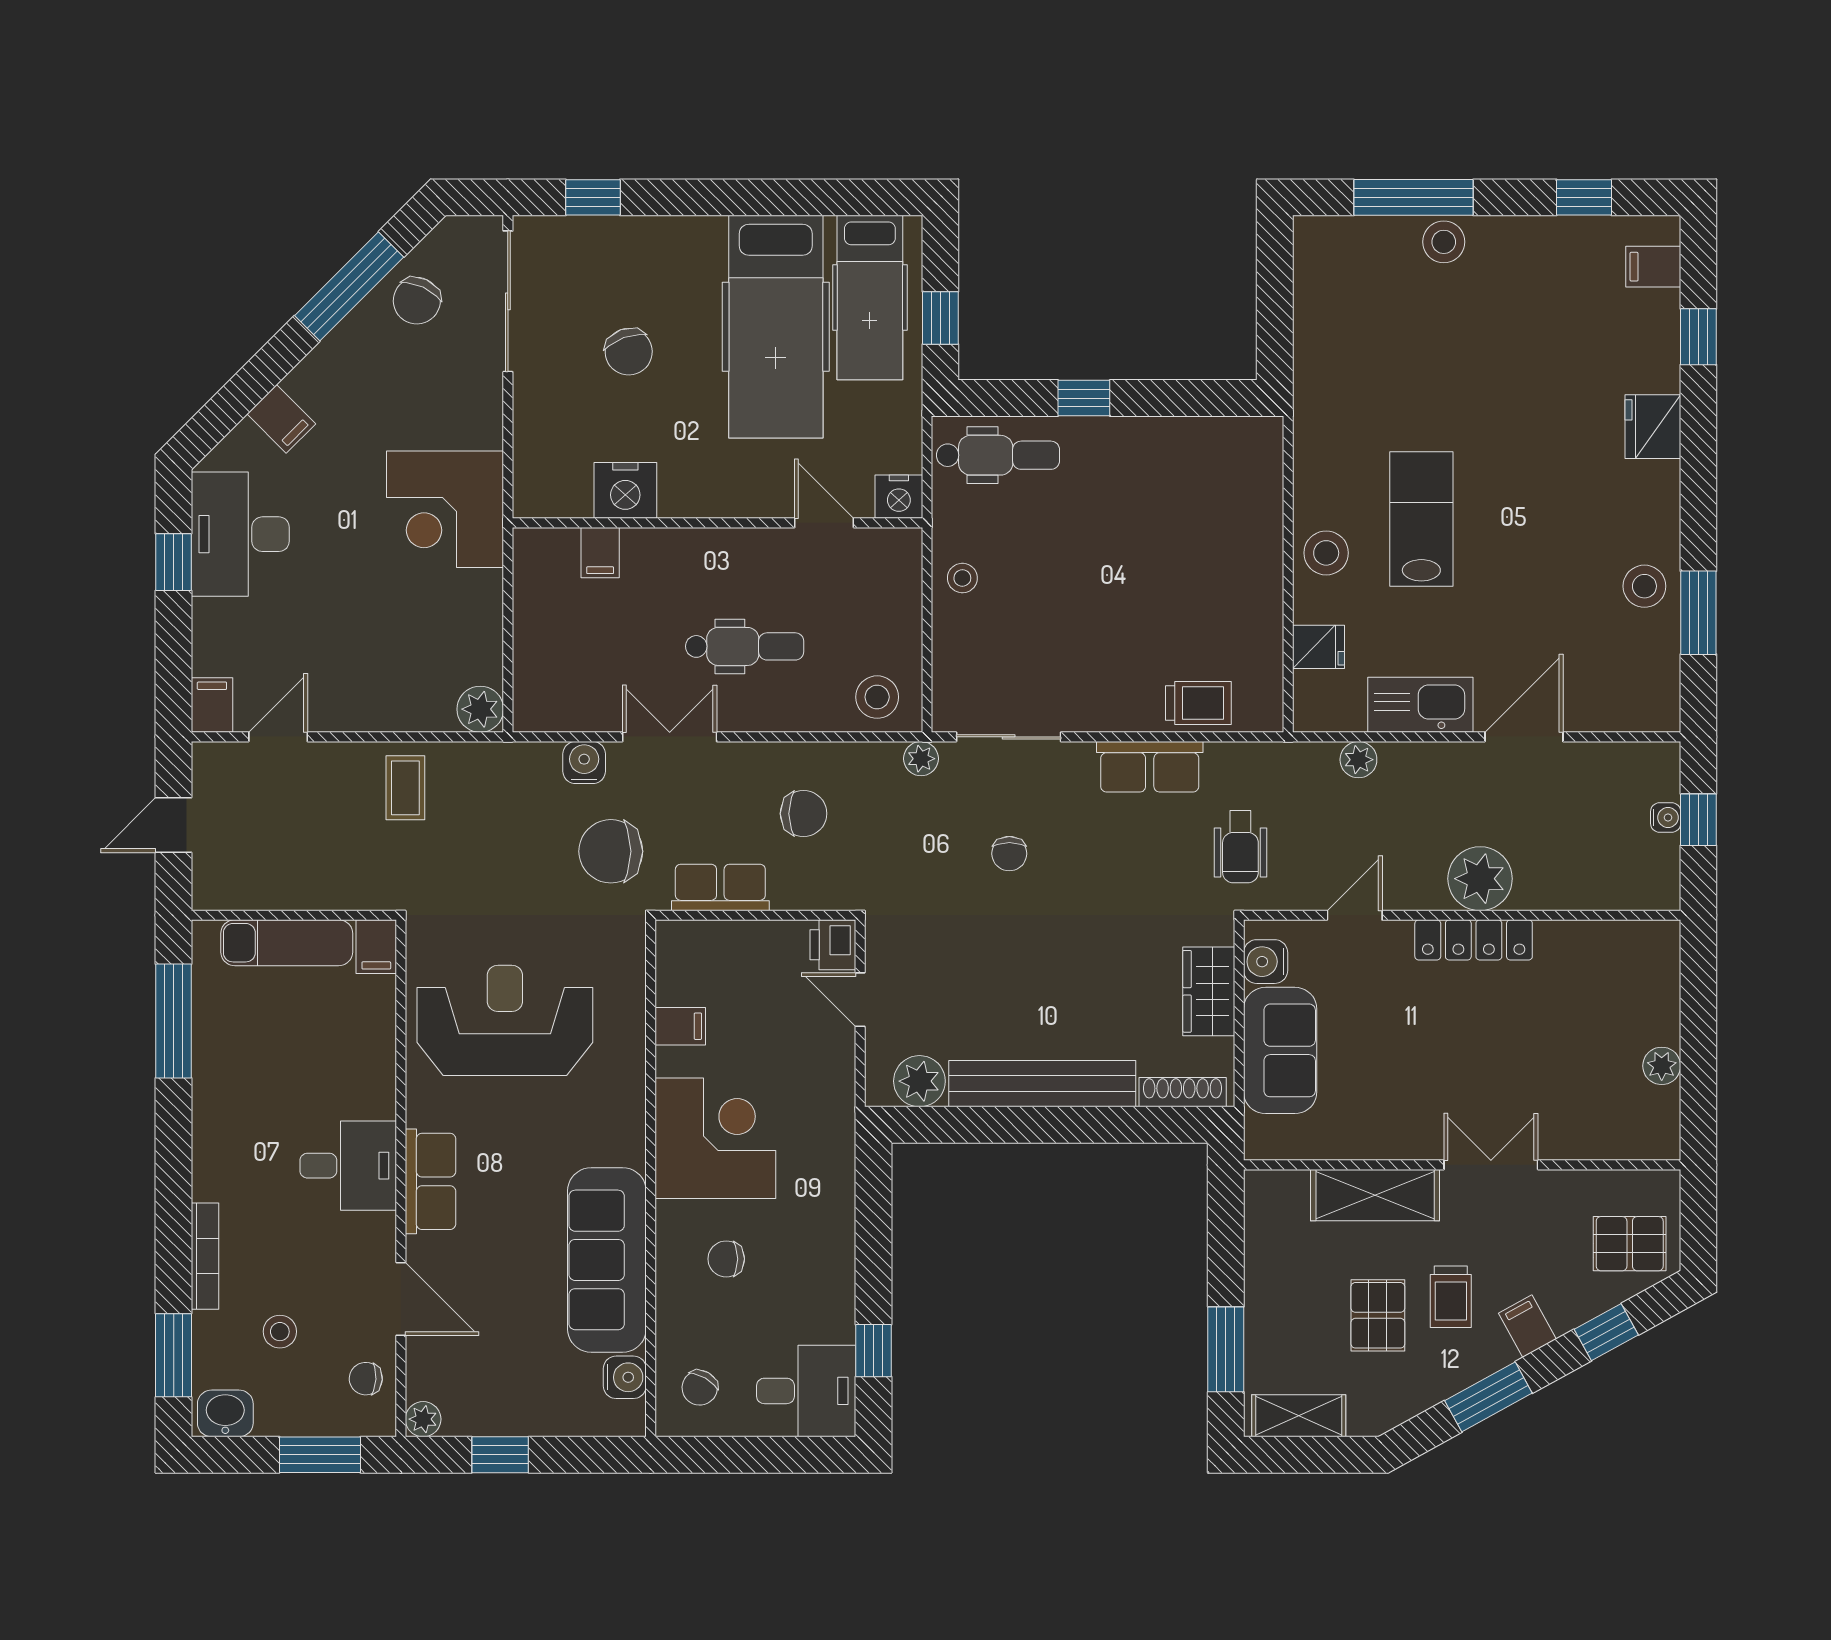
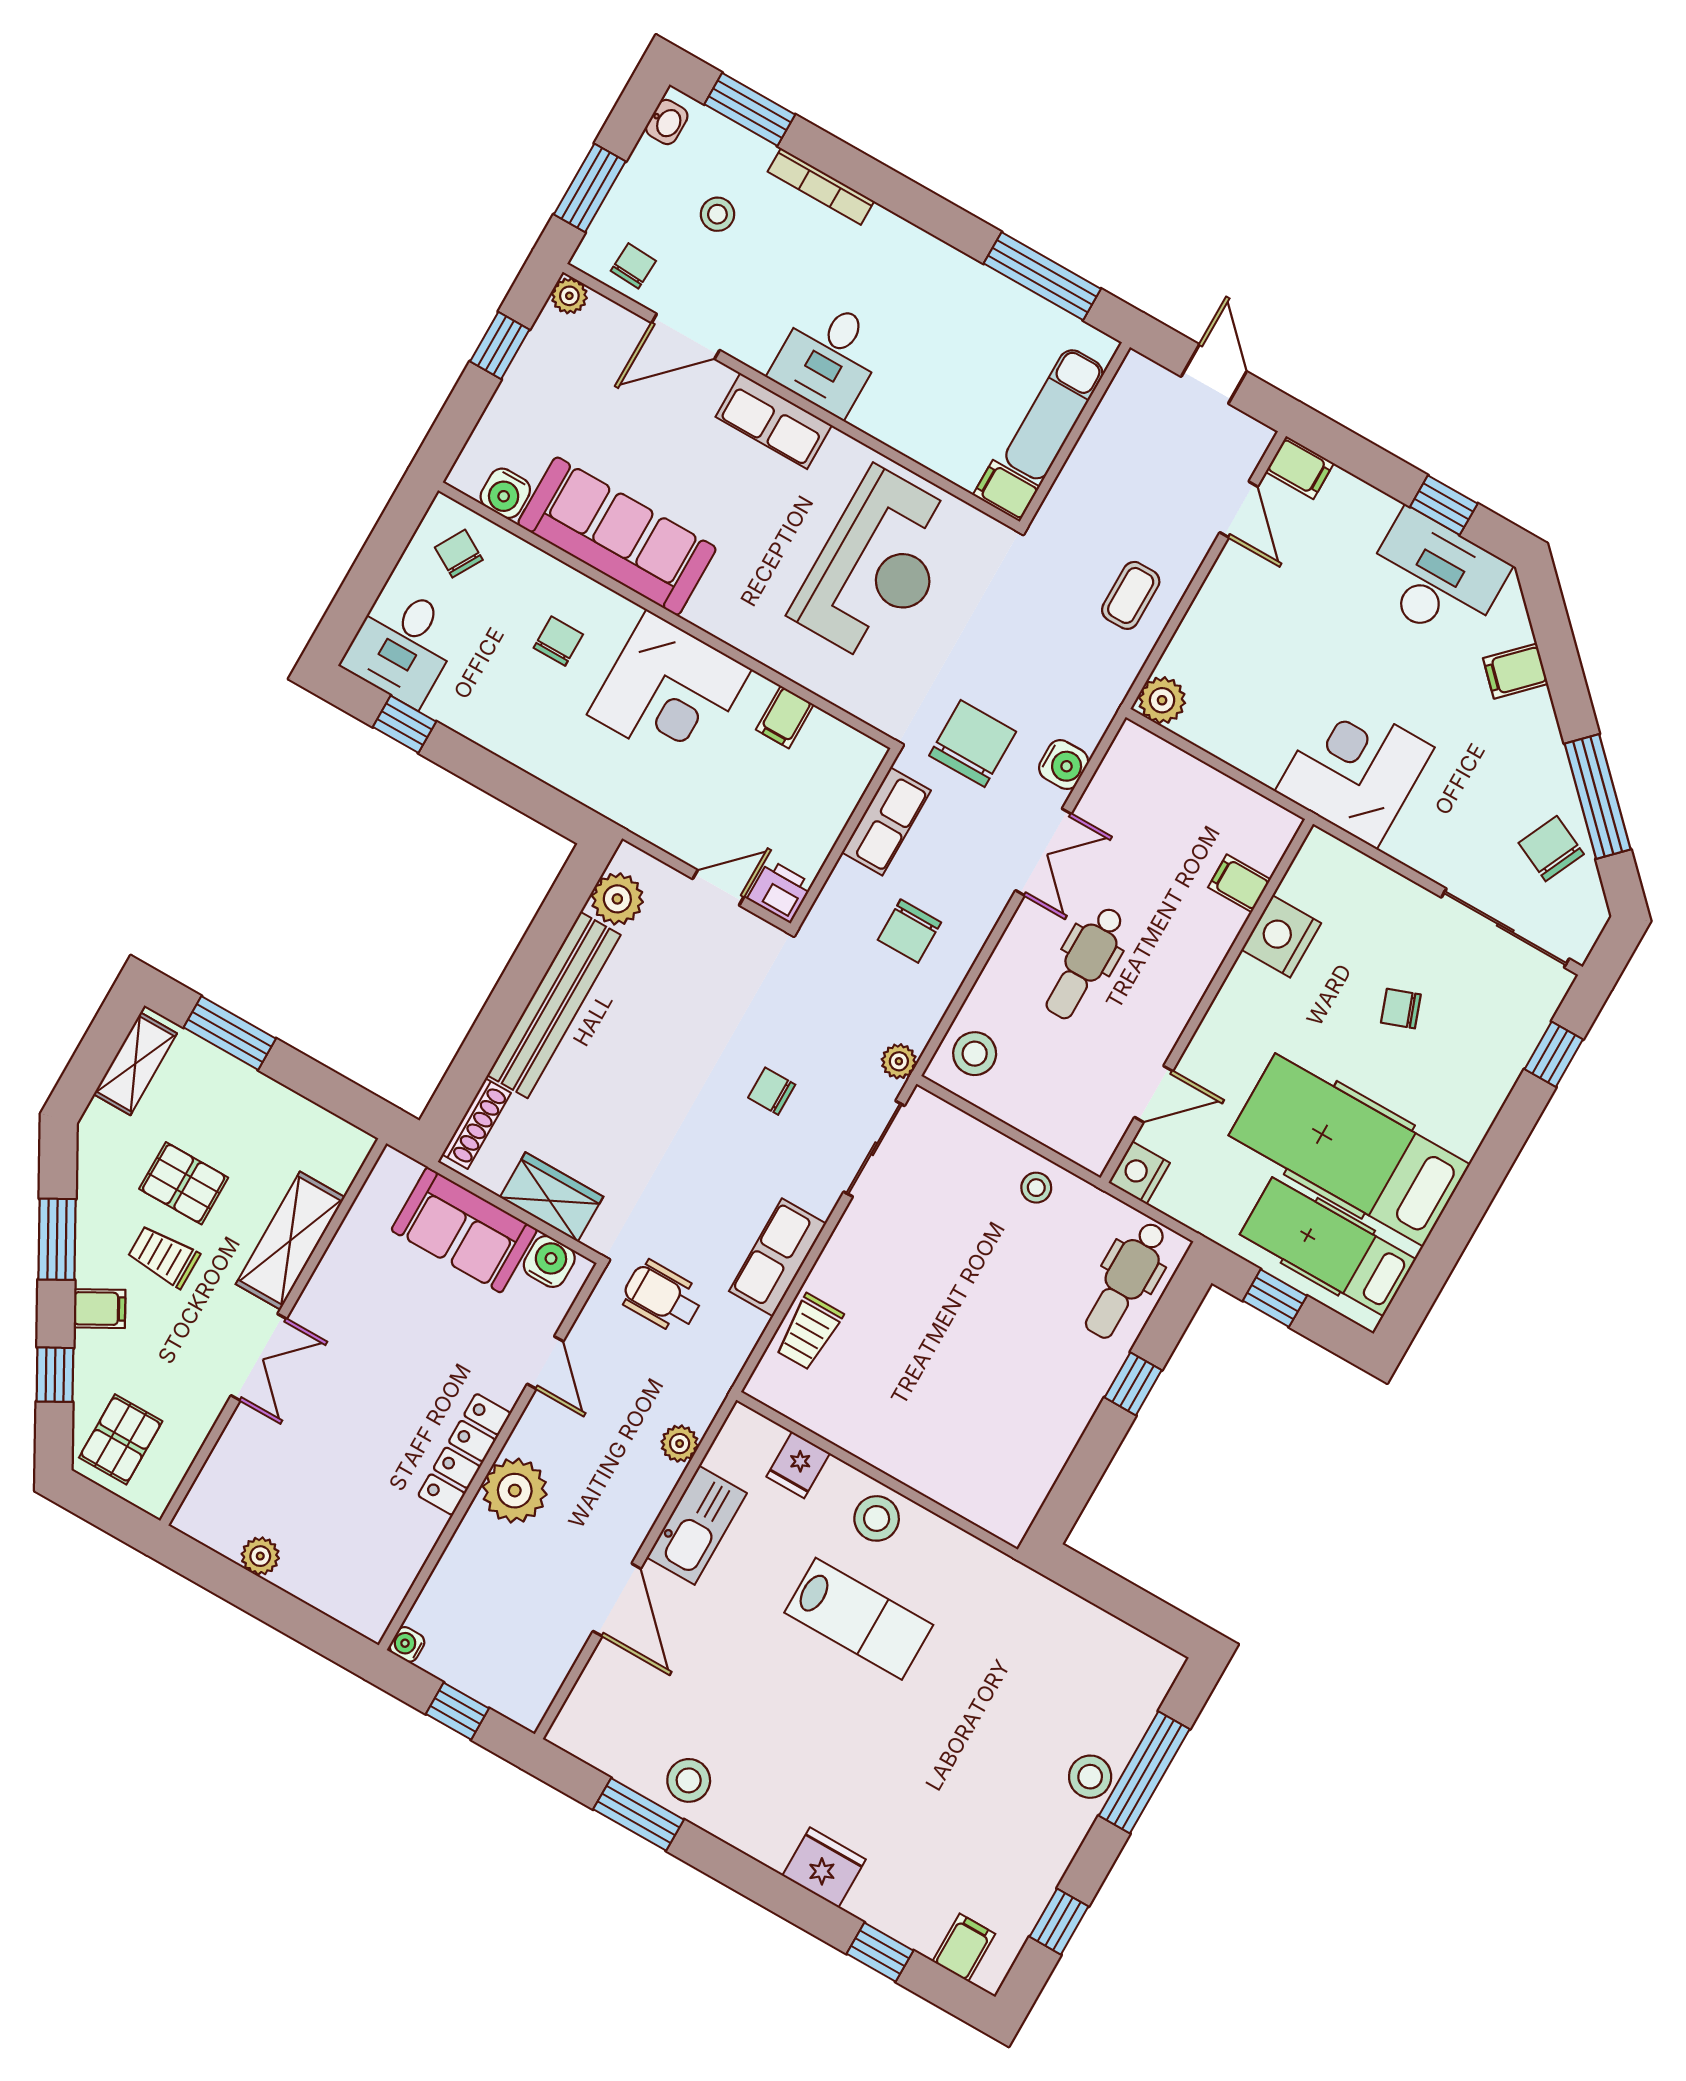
chair: (629, 352) -> (1401, 1009), width x0.73, depth x0.73
coffee table: (405, 788) -> (1131, 595), turned 90
water cooler: (1666, 817) -> (407, 1644), moved, turned 90
washbasin: (225, 1413) -> (667, 122), width x0.72, depth x0.69

